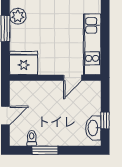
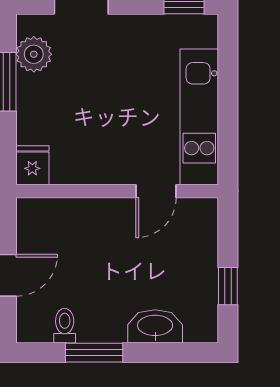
fridge: (24, 63) -> (32, 165), width x0.53, depth x0.75
washbasin: (93, 128) -> (155, 326), moved, turned 90

